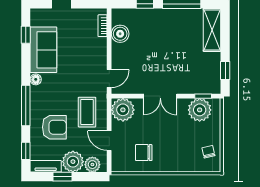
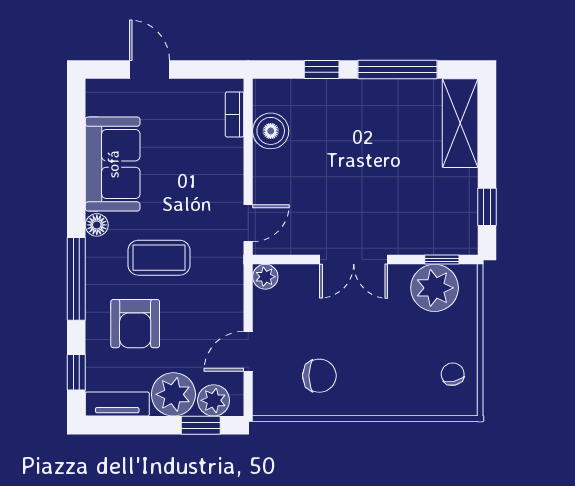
window: (26, 35) -> (76, 133), removed
plant: (123, 110) -> (265, 277), width x0.53, depth x0.53
coffee table: (87, 112) -> (159, 258), moved, turned 90
armchair: (54, 127) -> (135, 324), turned 90
door: (109, 141) -> (248, 351), hinge flipped
chair: (144, 153) -> (319, 376), turned 180
window: (62, 177) -> (201, 425), moved

